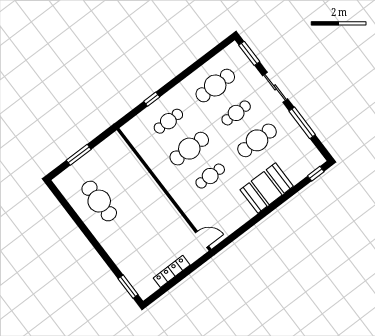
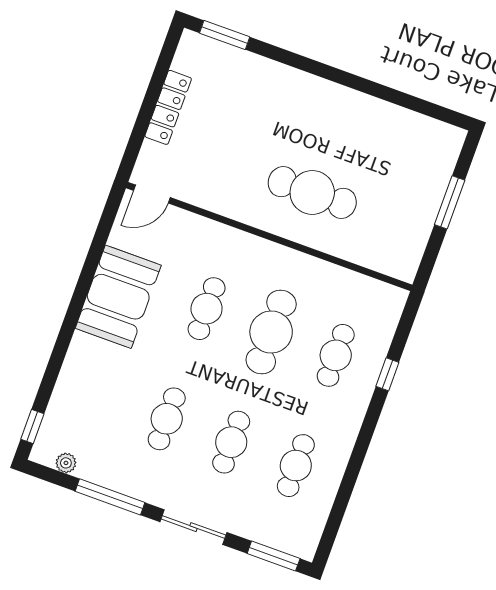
cafe table: (215, 86) -> (296, 466), width x0.73, depth x0.74
cafe table: (257, 140) -> (167, 419), width x0.73, depth x0.74
plant: (312, 149) -> (66, 463), added
booth: (267, 188) -> (118, 297), moved
cafe table: (99, 201) -> (312, 192), moved

